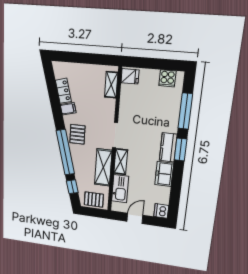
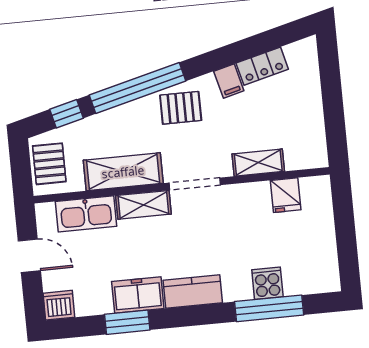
fridge: (130, 76) -> (286, 195), moved
cooker: (167, 78) -> (267, 283), moved, turned 90
shelving: (111, 85) -> (258, 163), moved
window: (181, 150) -> (127, 322), moved

